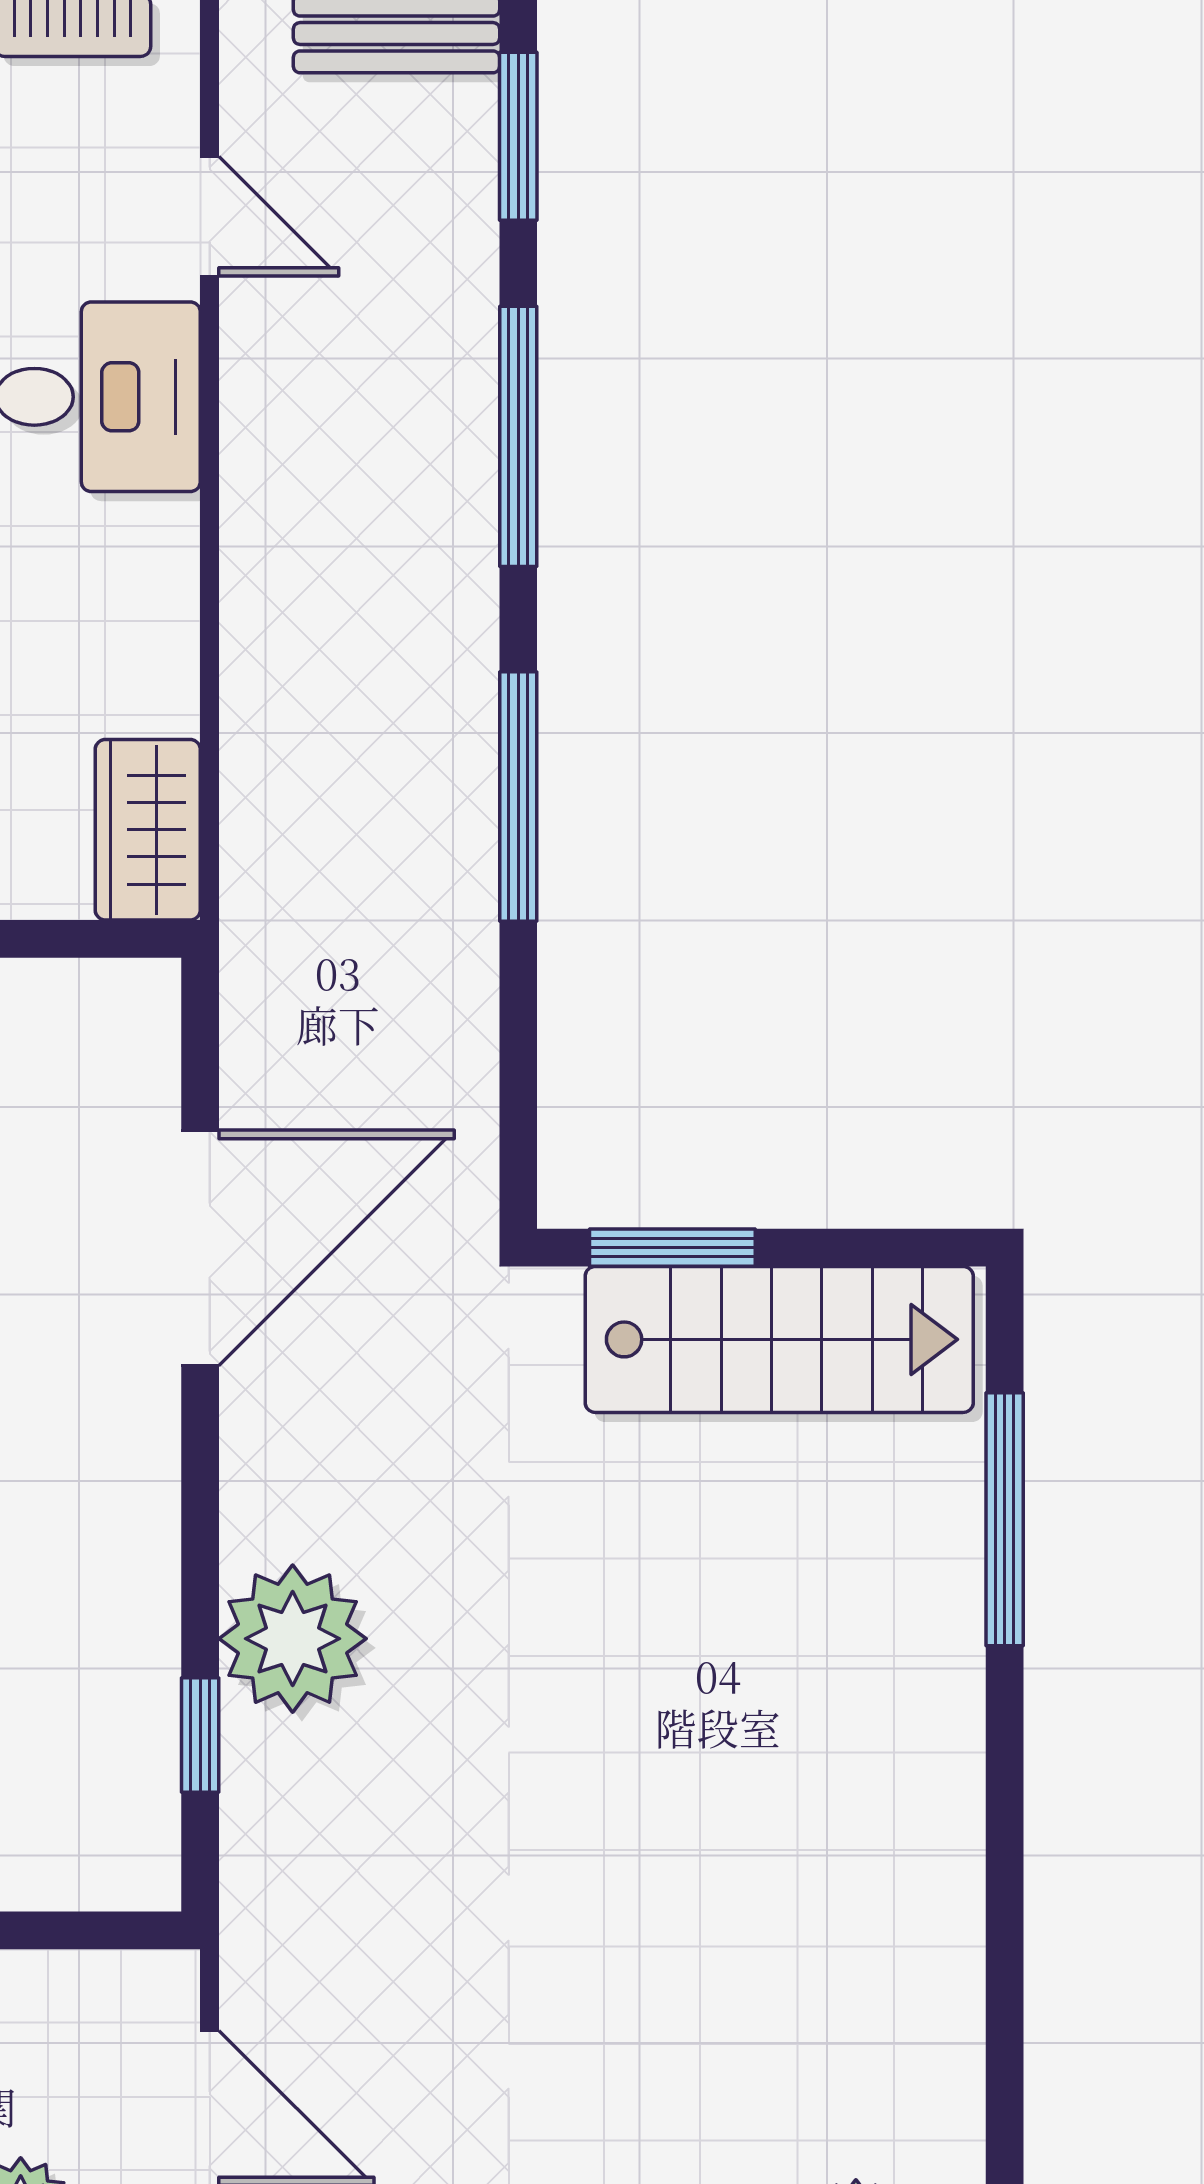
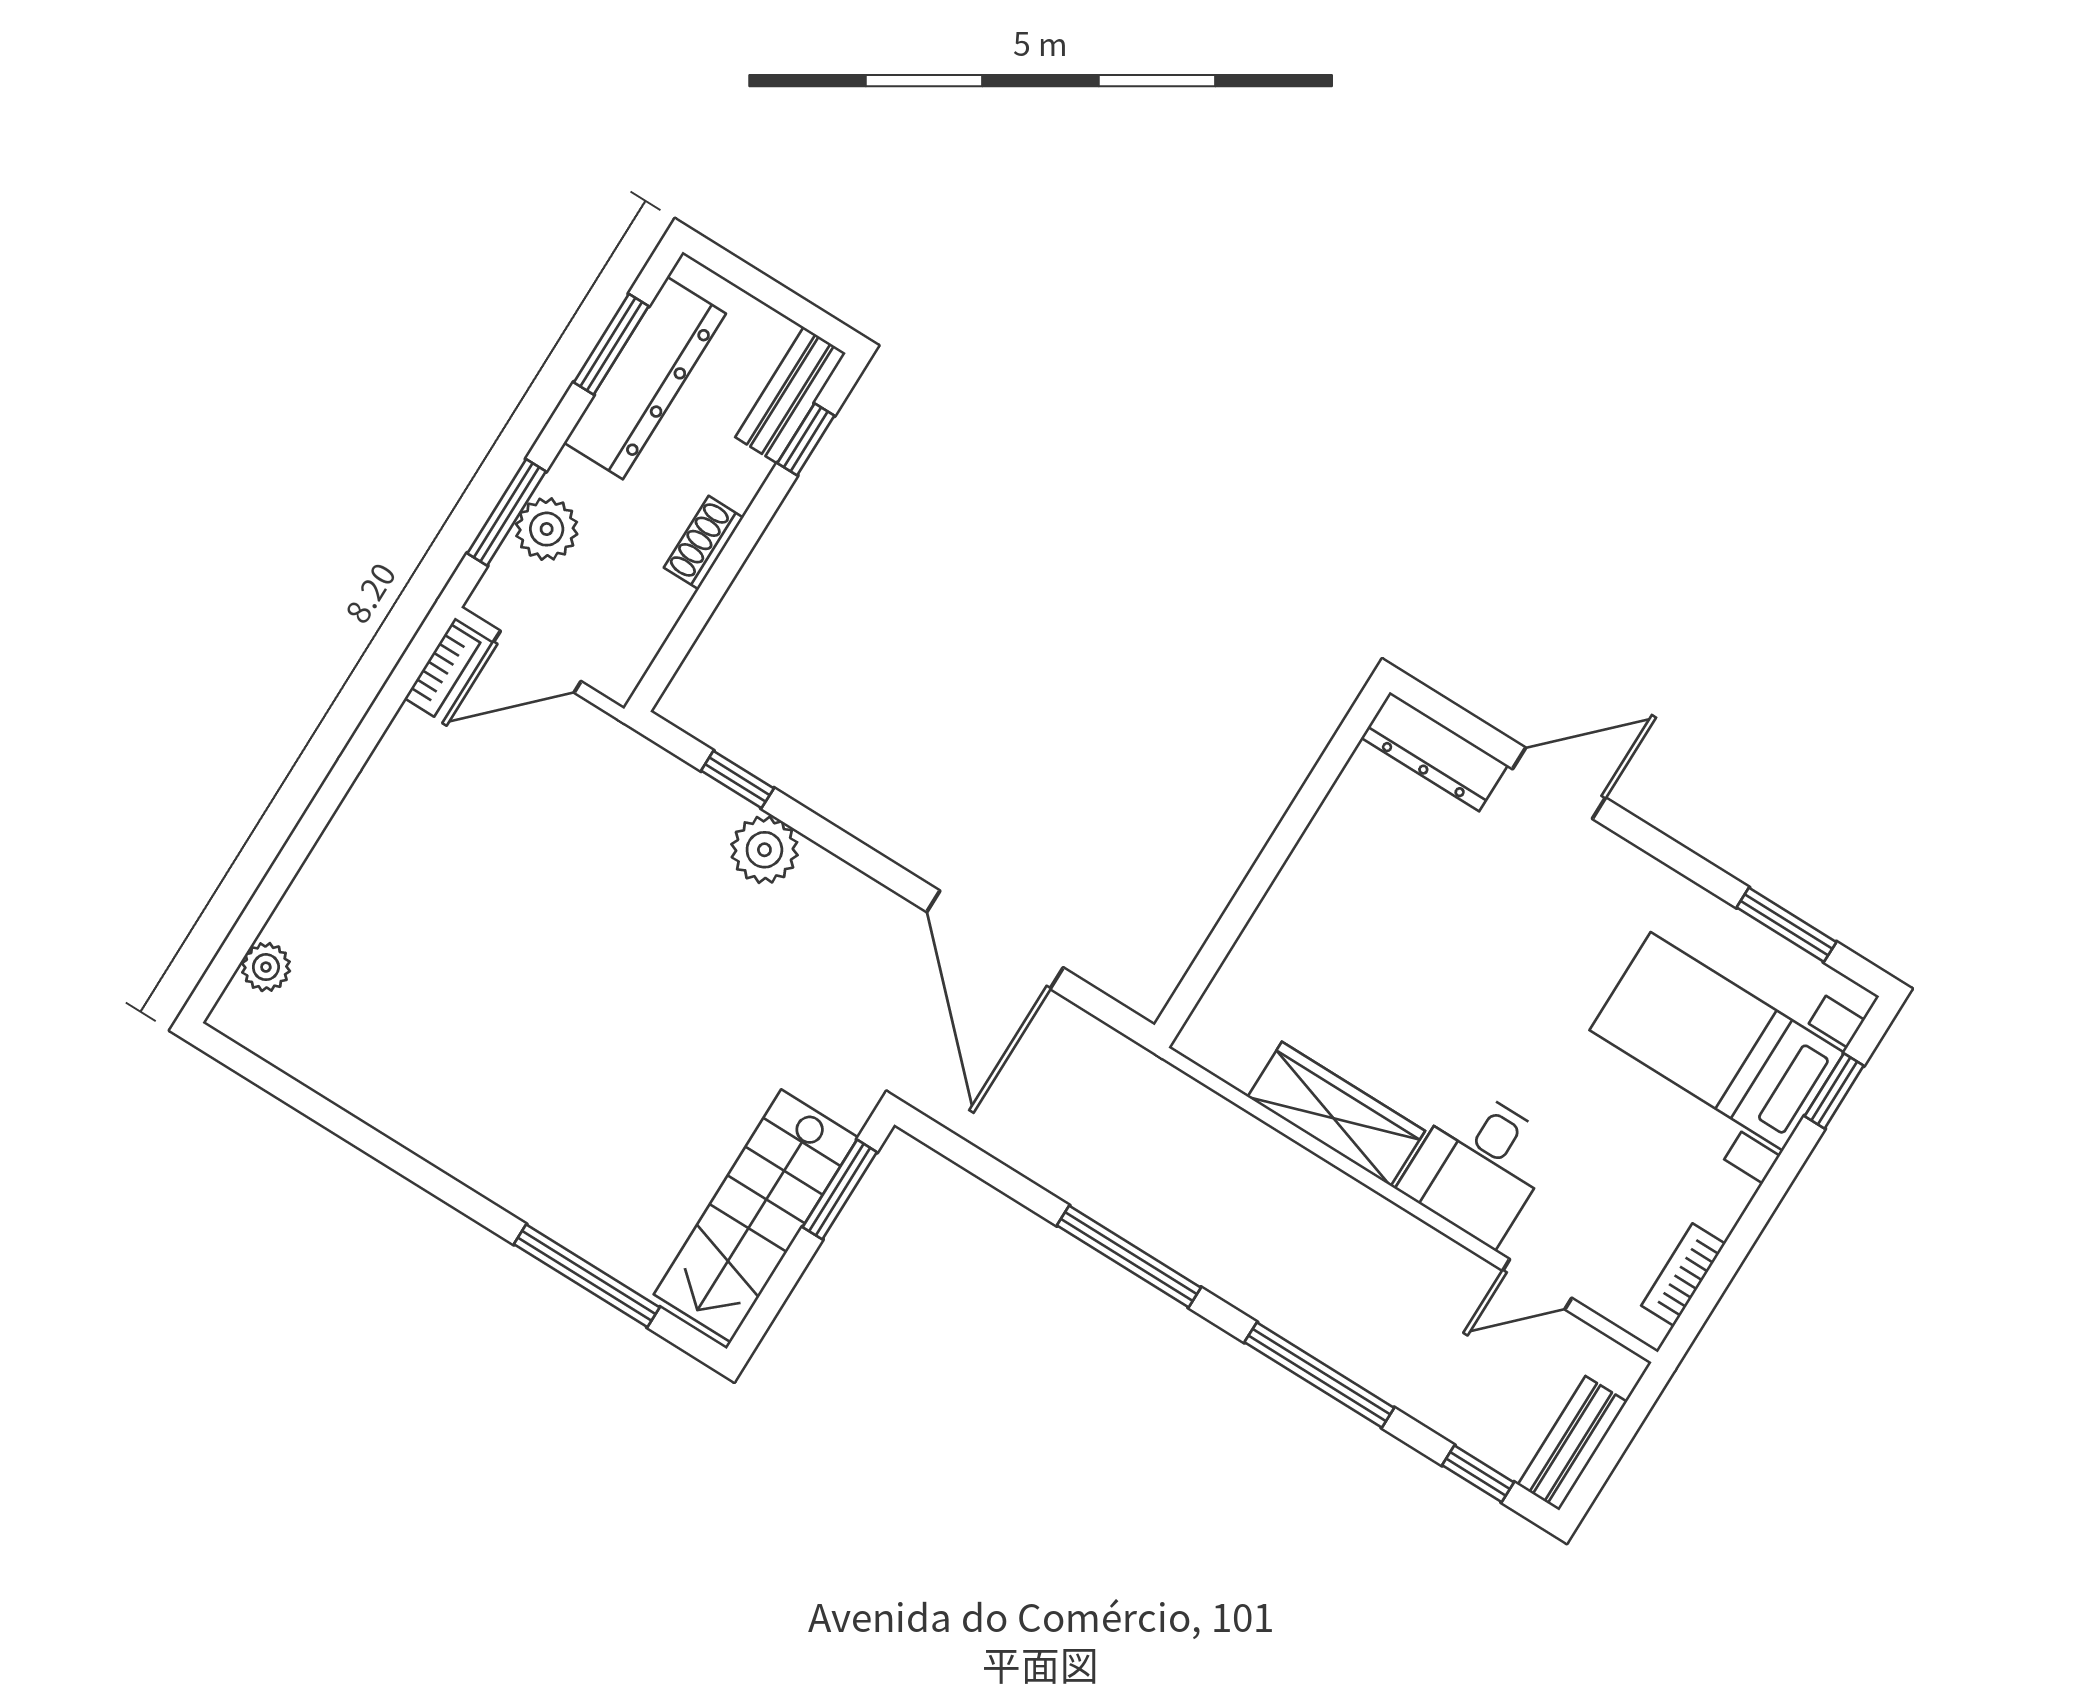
window: (518, 136) -> (1478, 1474), width x0.67
wardrobe: (148, 830) -> (1336, 1114), moved, width x1.50
plant: (293, 1639) -> (764, 850), width x0.73, depth x0.73

